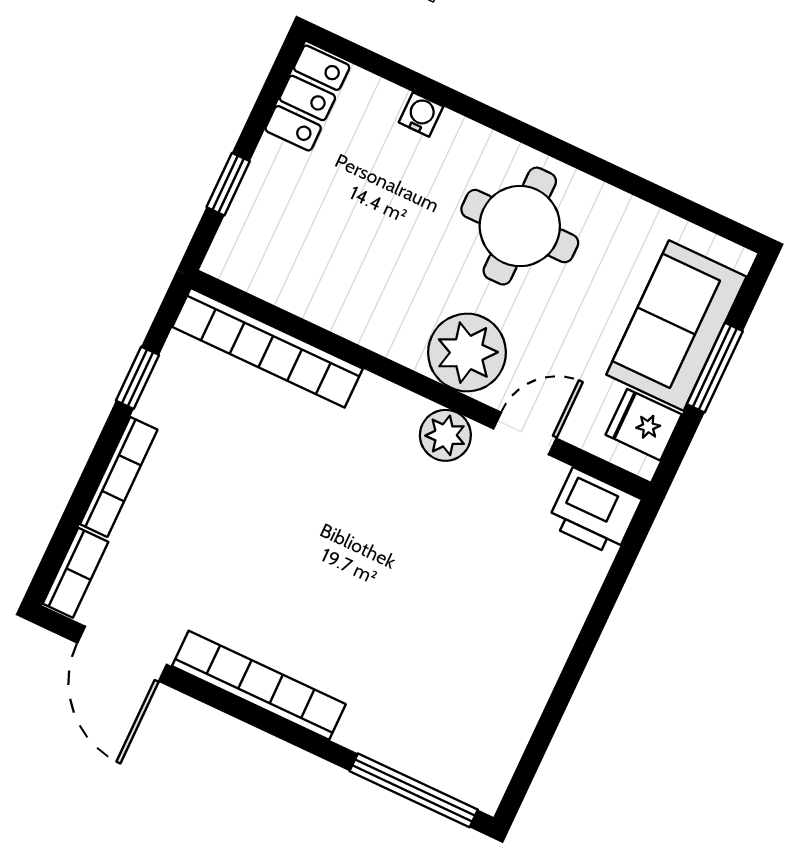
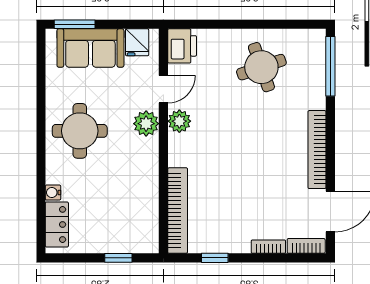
locker: (307, 98) -> (57, 224), moved, turned 90
plant: (467, 353) -> (146, 124), width x0.73, depth x0.73
window: (715, 368) -> (75, 24), moved
door: (525, 433) -> (163, 89), swing flipped
bookcase: (119, 477) -> (268, 247), width x0.64
round table: (477, 651) -> (261, 67), added

